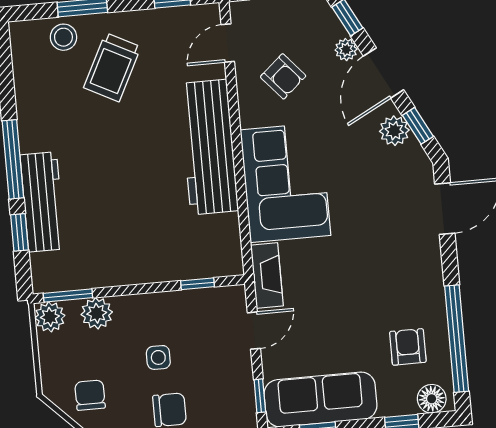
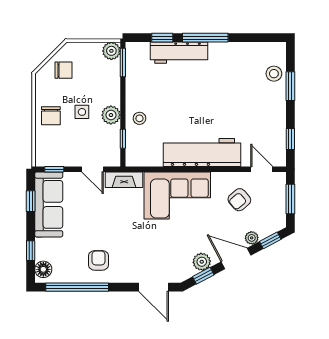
trolley: (112, 67) -> (254, 100), removed
stool: (160, 259) -> (139, 118), added
plant: (97, 313) -> (111, 115), moved
armchair: (408, 347) -> (98, 260), moved, turned -90

